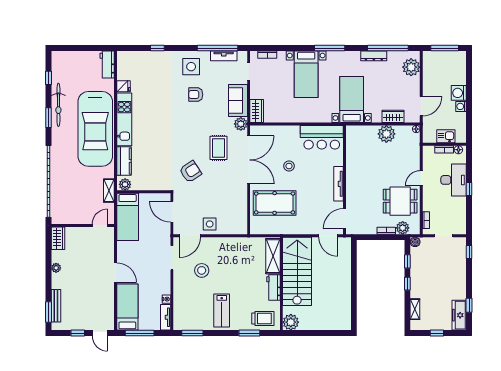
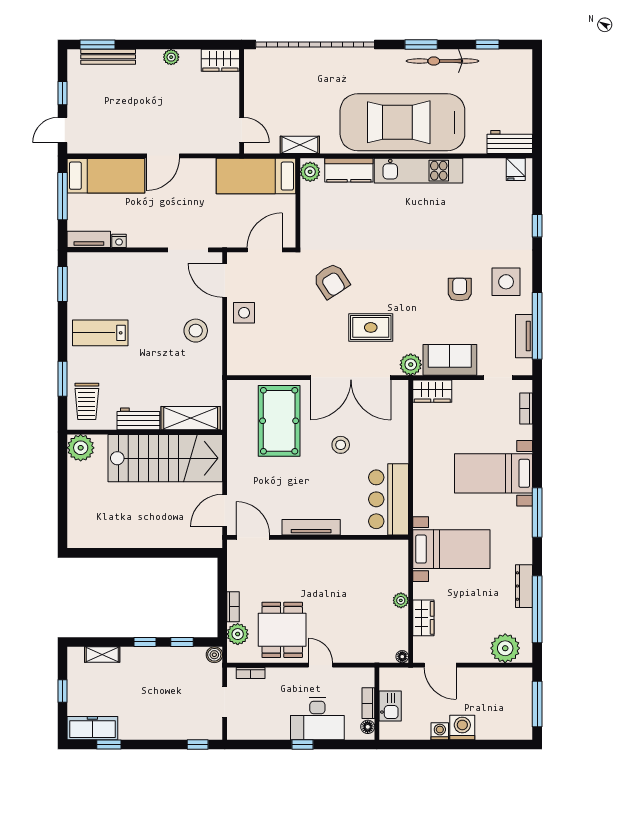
fridge: (124, 86) -> (516, 169), moved
plant: (386, 134) -> (401, 600), width x0.53, depth x0.53
stool: (202, 270) -> (196, 331), moved

